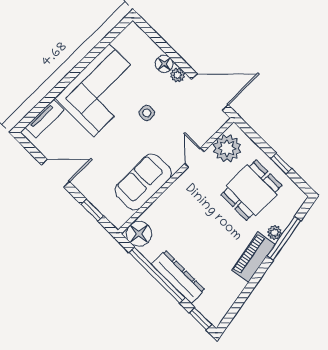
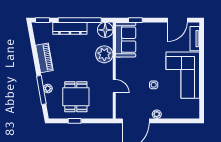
floor lamp: (164, 64) -> (167, 113), removed
plant: (227, 148) -> (104, 54), moved
door: (55, 173) -> (177, 20), moved
sofa: (143, 182) -> (126, 40), moved
piano: (254, 257) -> (44, 58), moved

